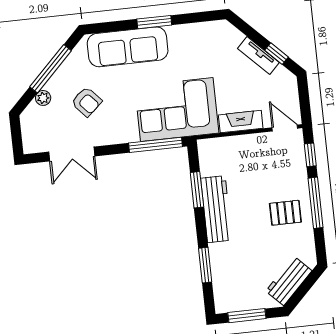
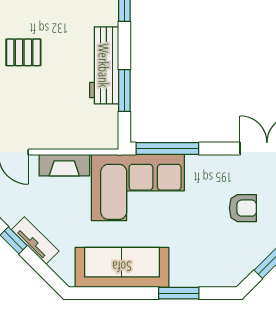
window: (154, 22) -> (179, 293), moved
sofa: (128, 47) -> (122, 267), moved
armchair: (87, 102) -> (243, 208), turned 132

